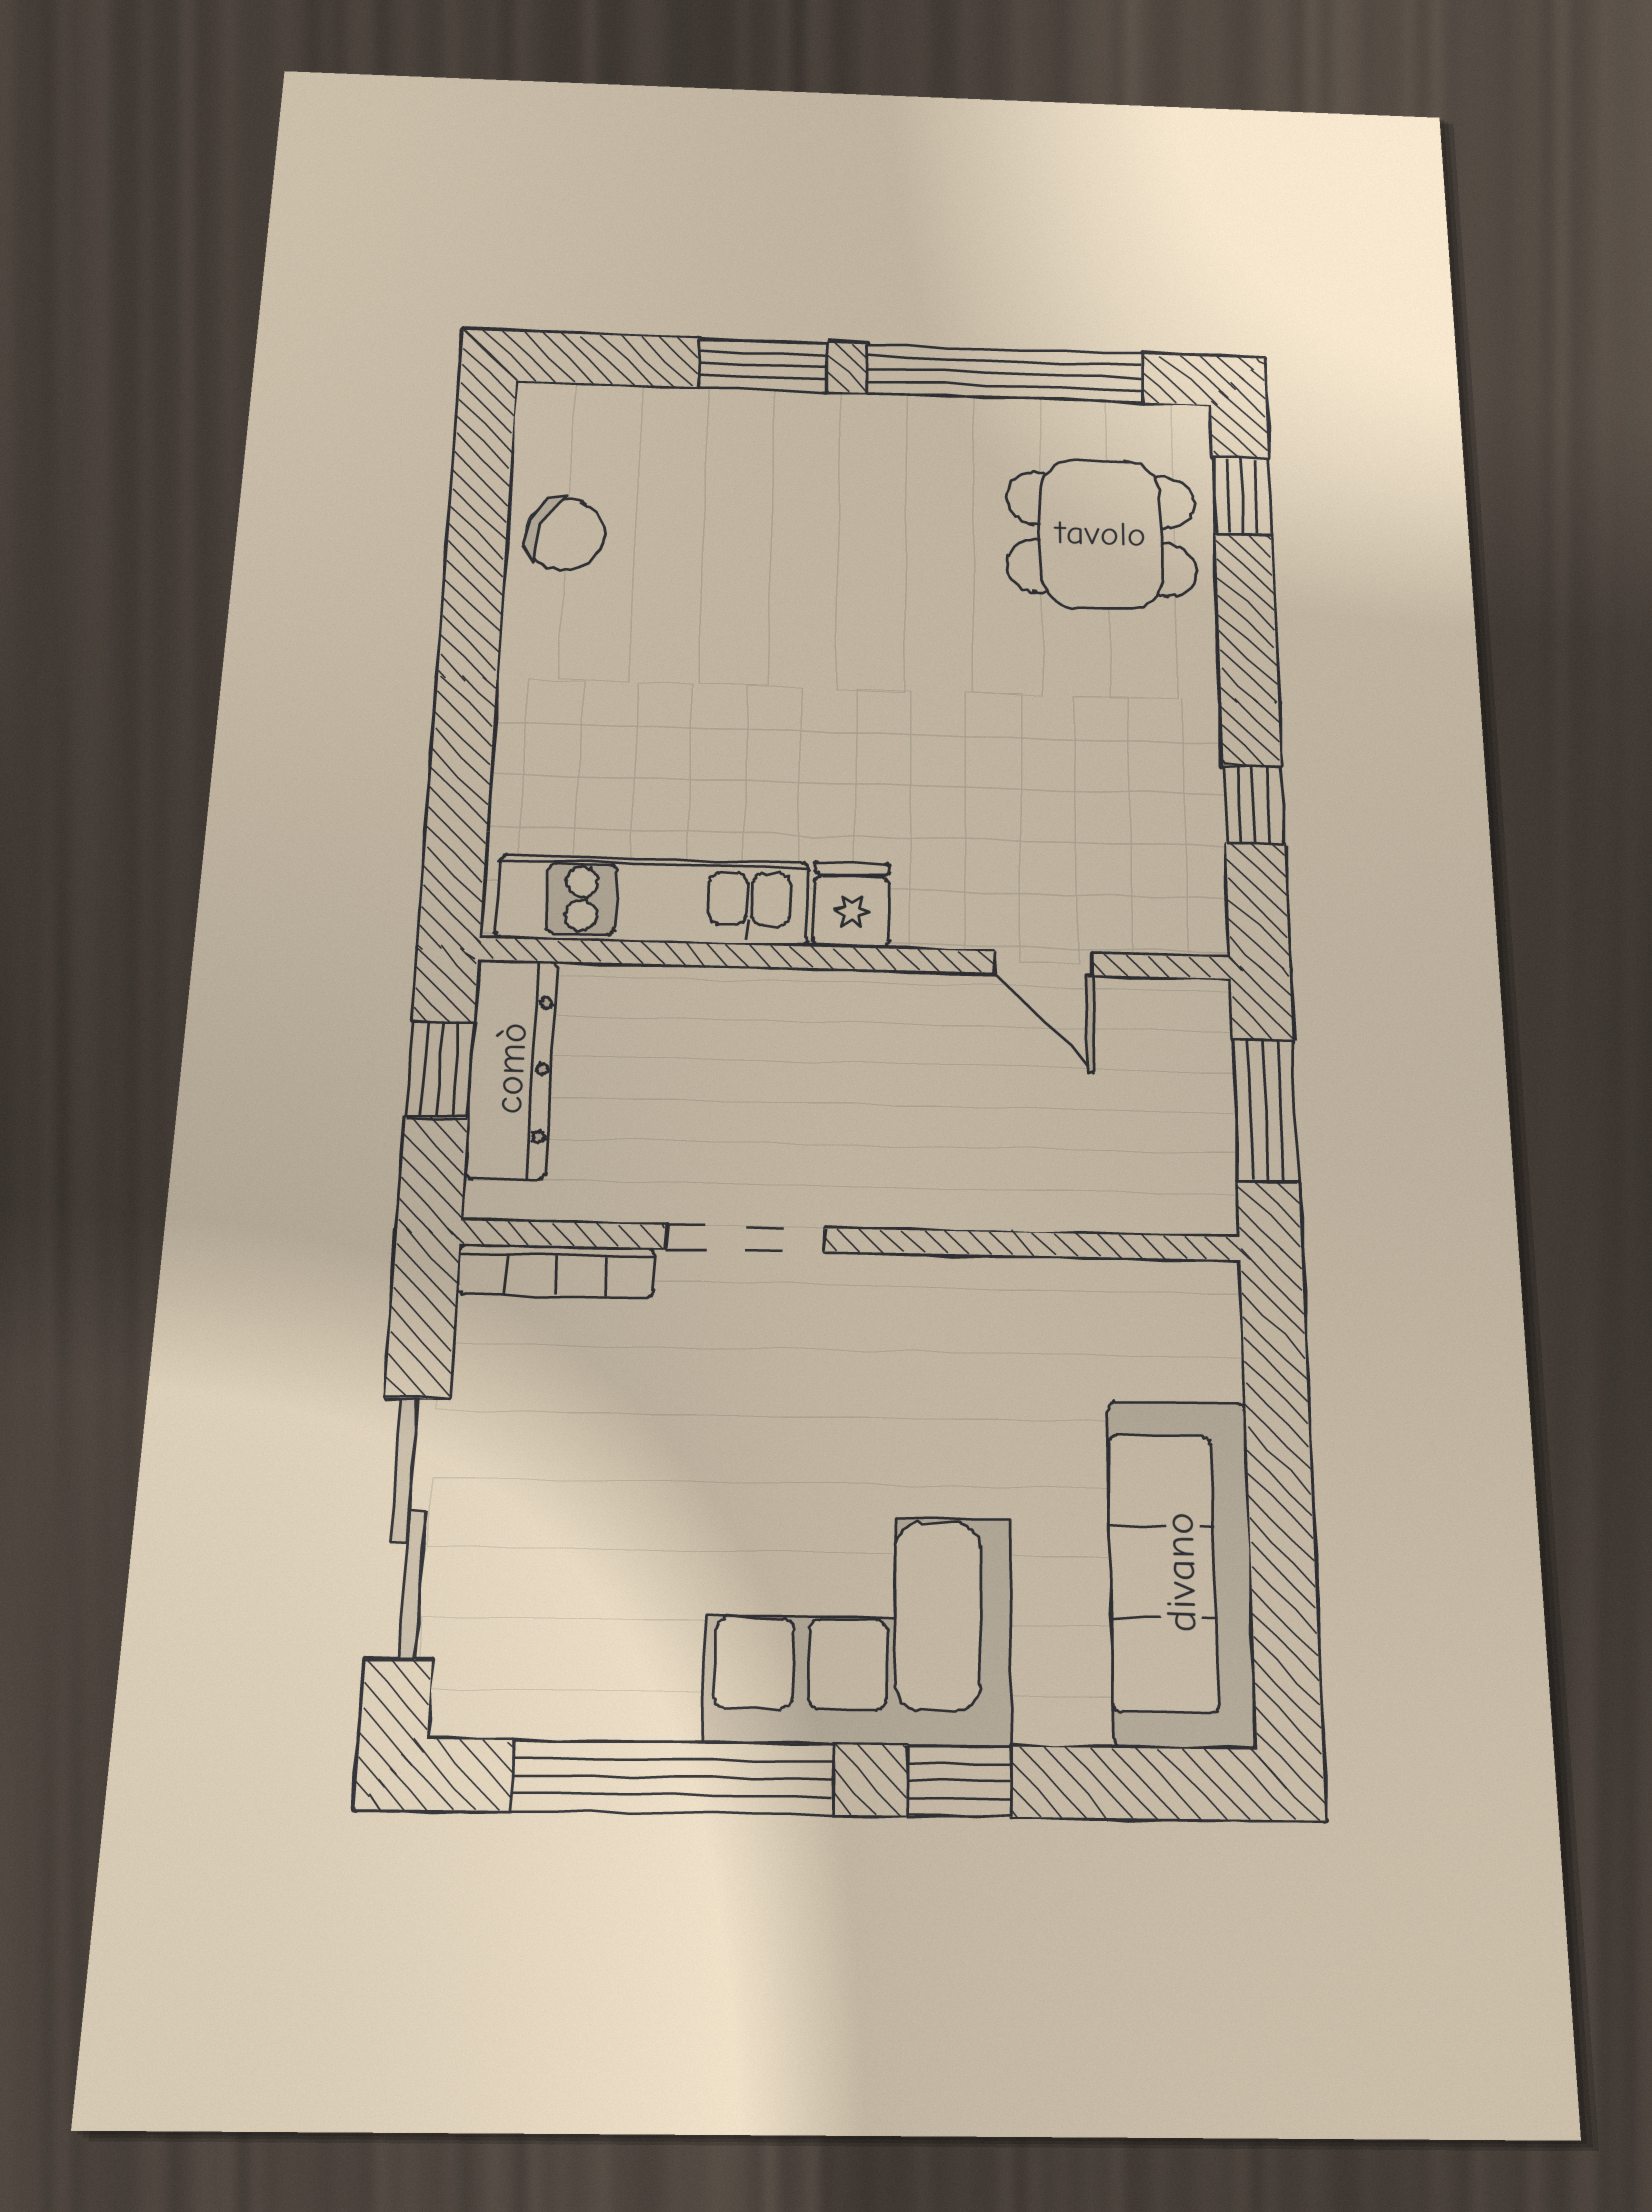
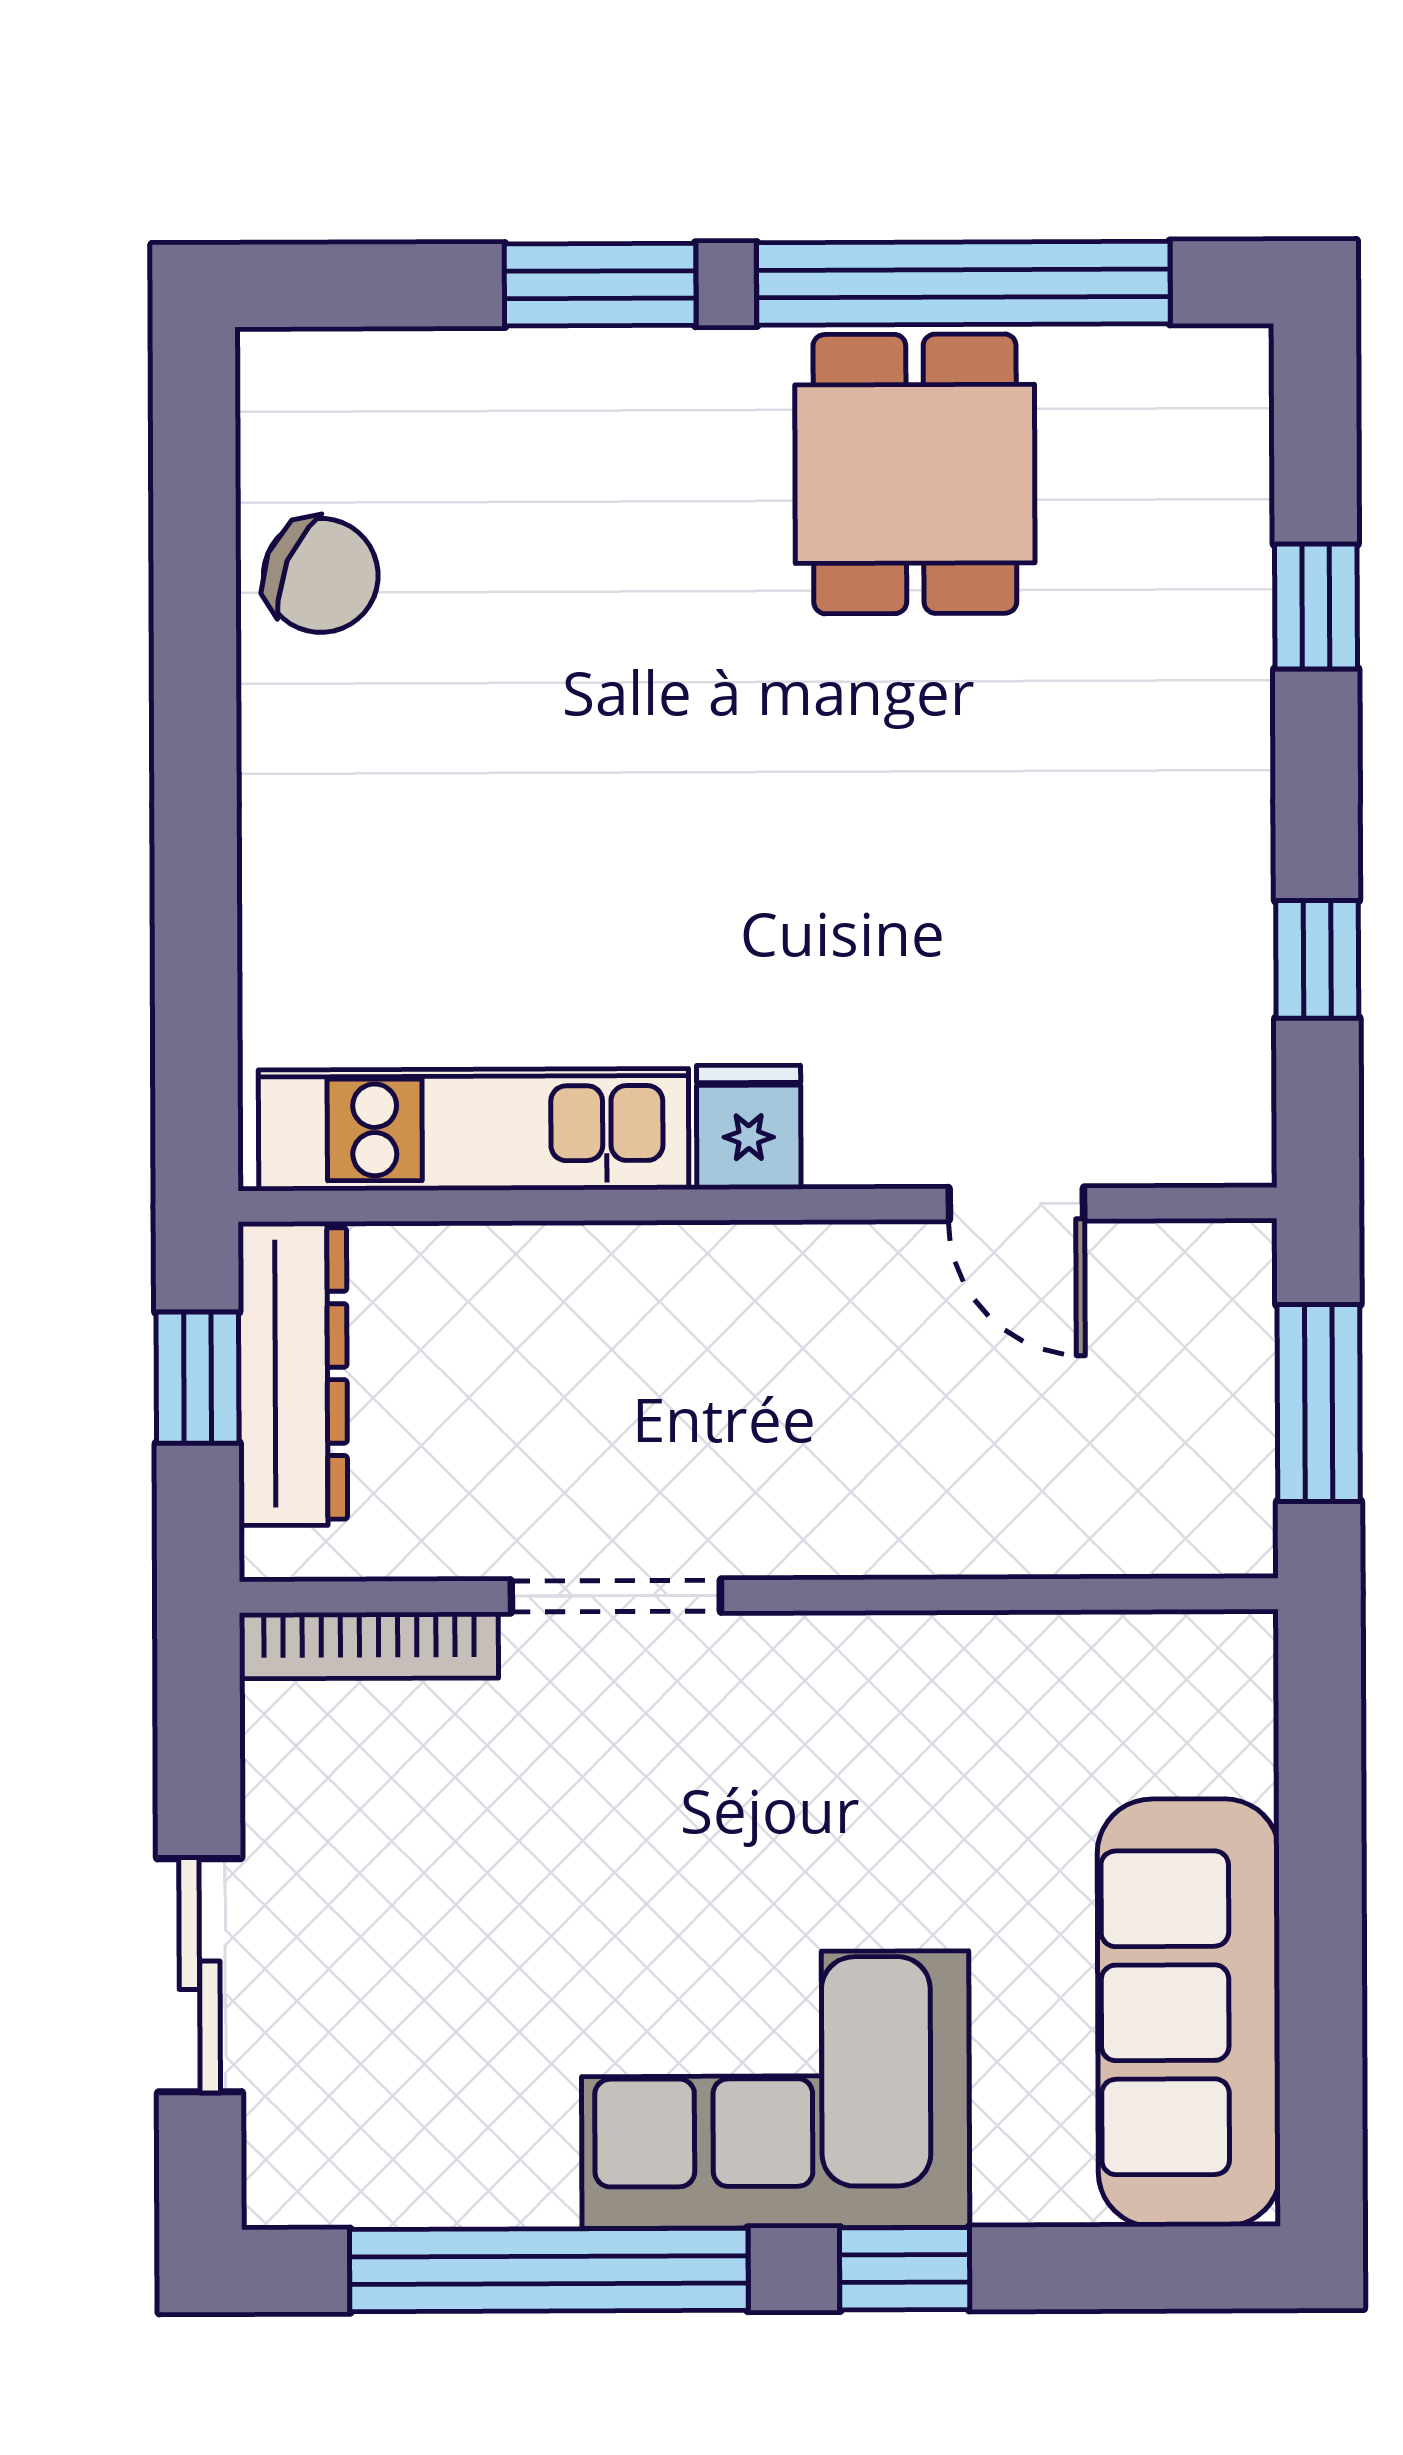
window: (1242, 496) -> (1316, 606), moved
dining table: (1101, 534) -> (915, 474), moved, turned 90
sliding door: (408, 1527) -> (200, 1975), width x0.73

